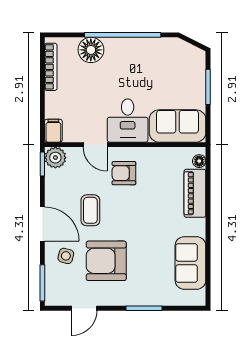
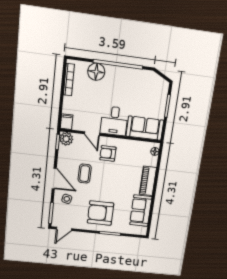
piano: (195, 193) -> (148, 181), moved
armchair: (106, 261) -> (101, 213), moved
door: (84, 308) -> (64, 229), moved

